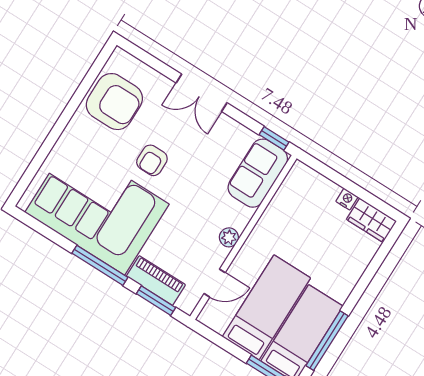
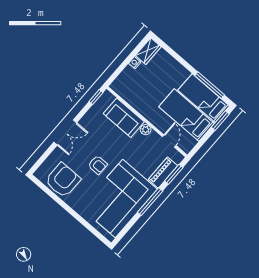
sofa: (258, 173) -> (124, 118), moved

